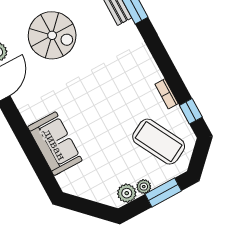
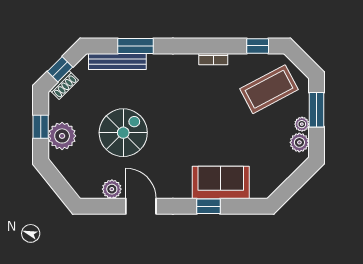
bookcase: (167, 94) -> (213, 59), moved
window: (28, 144) -> (208, 206), added

